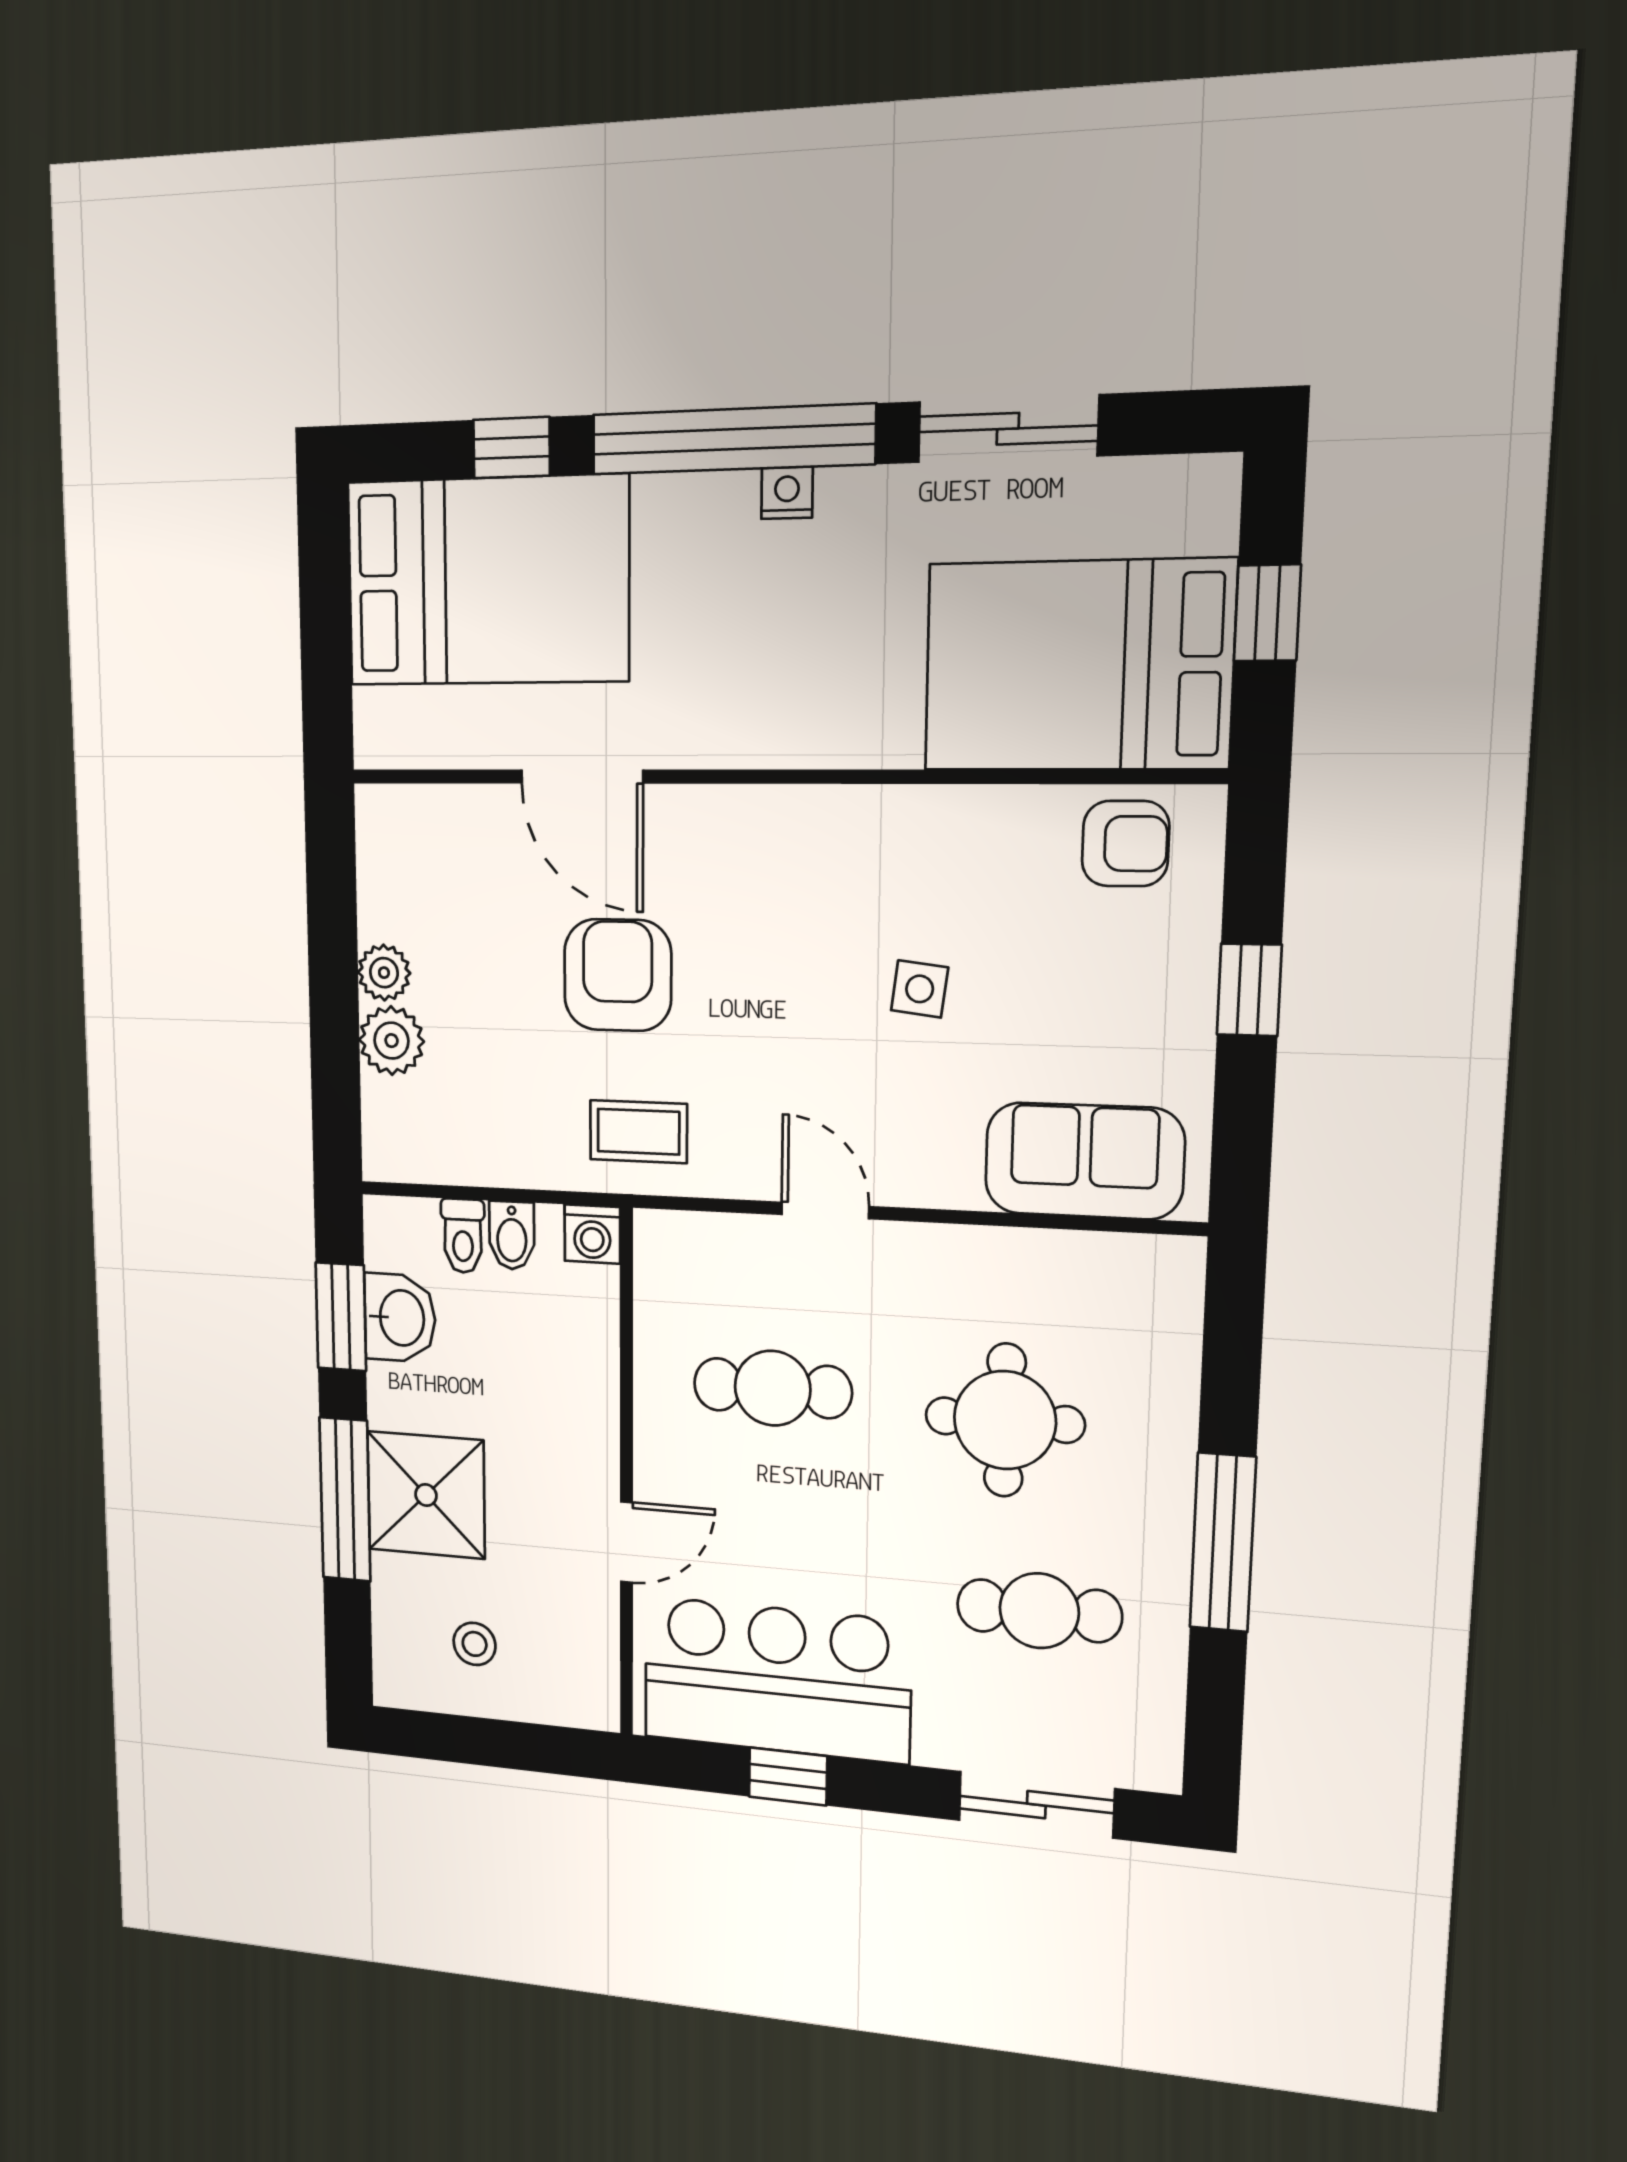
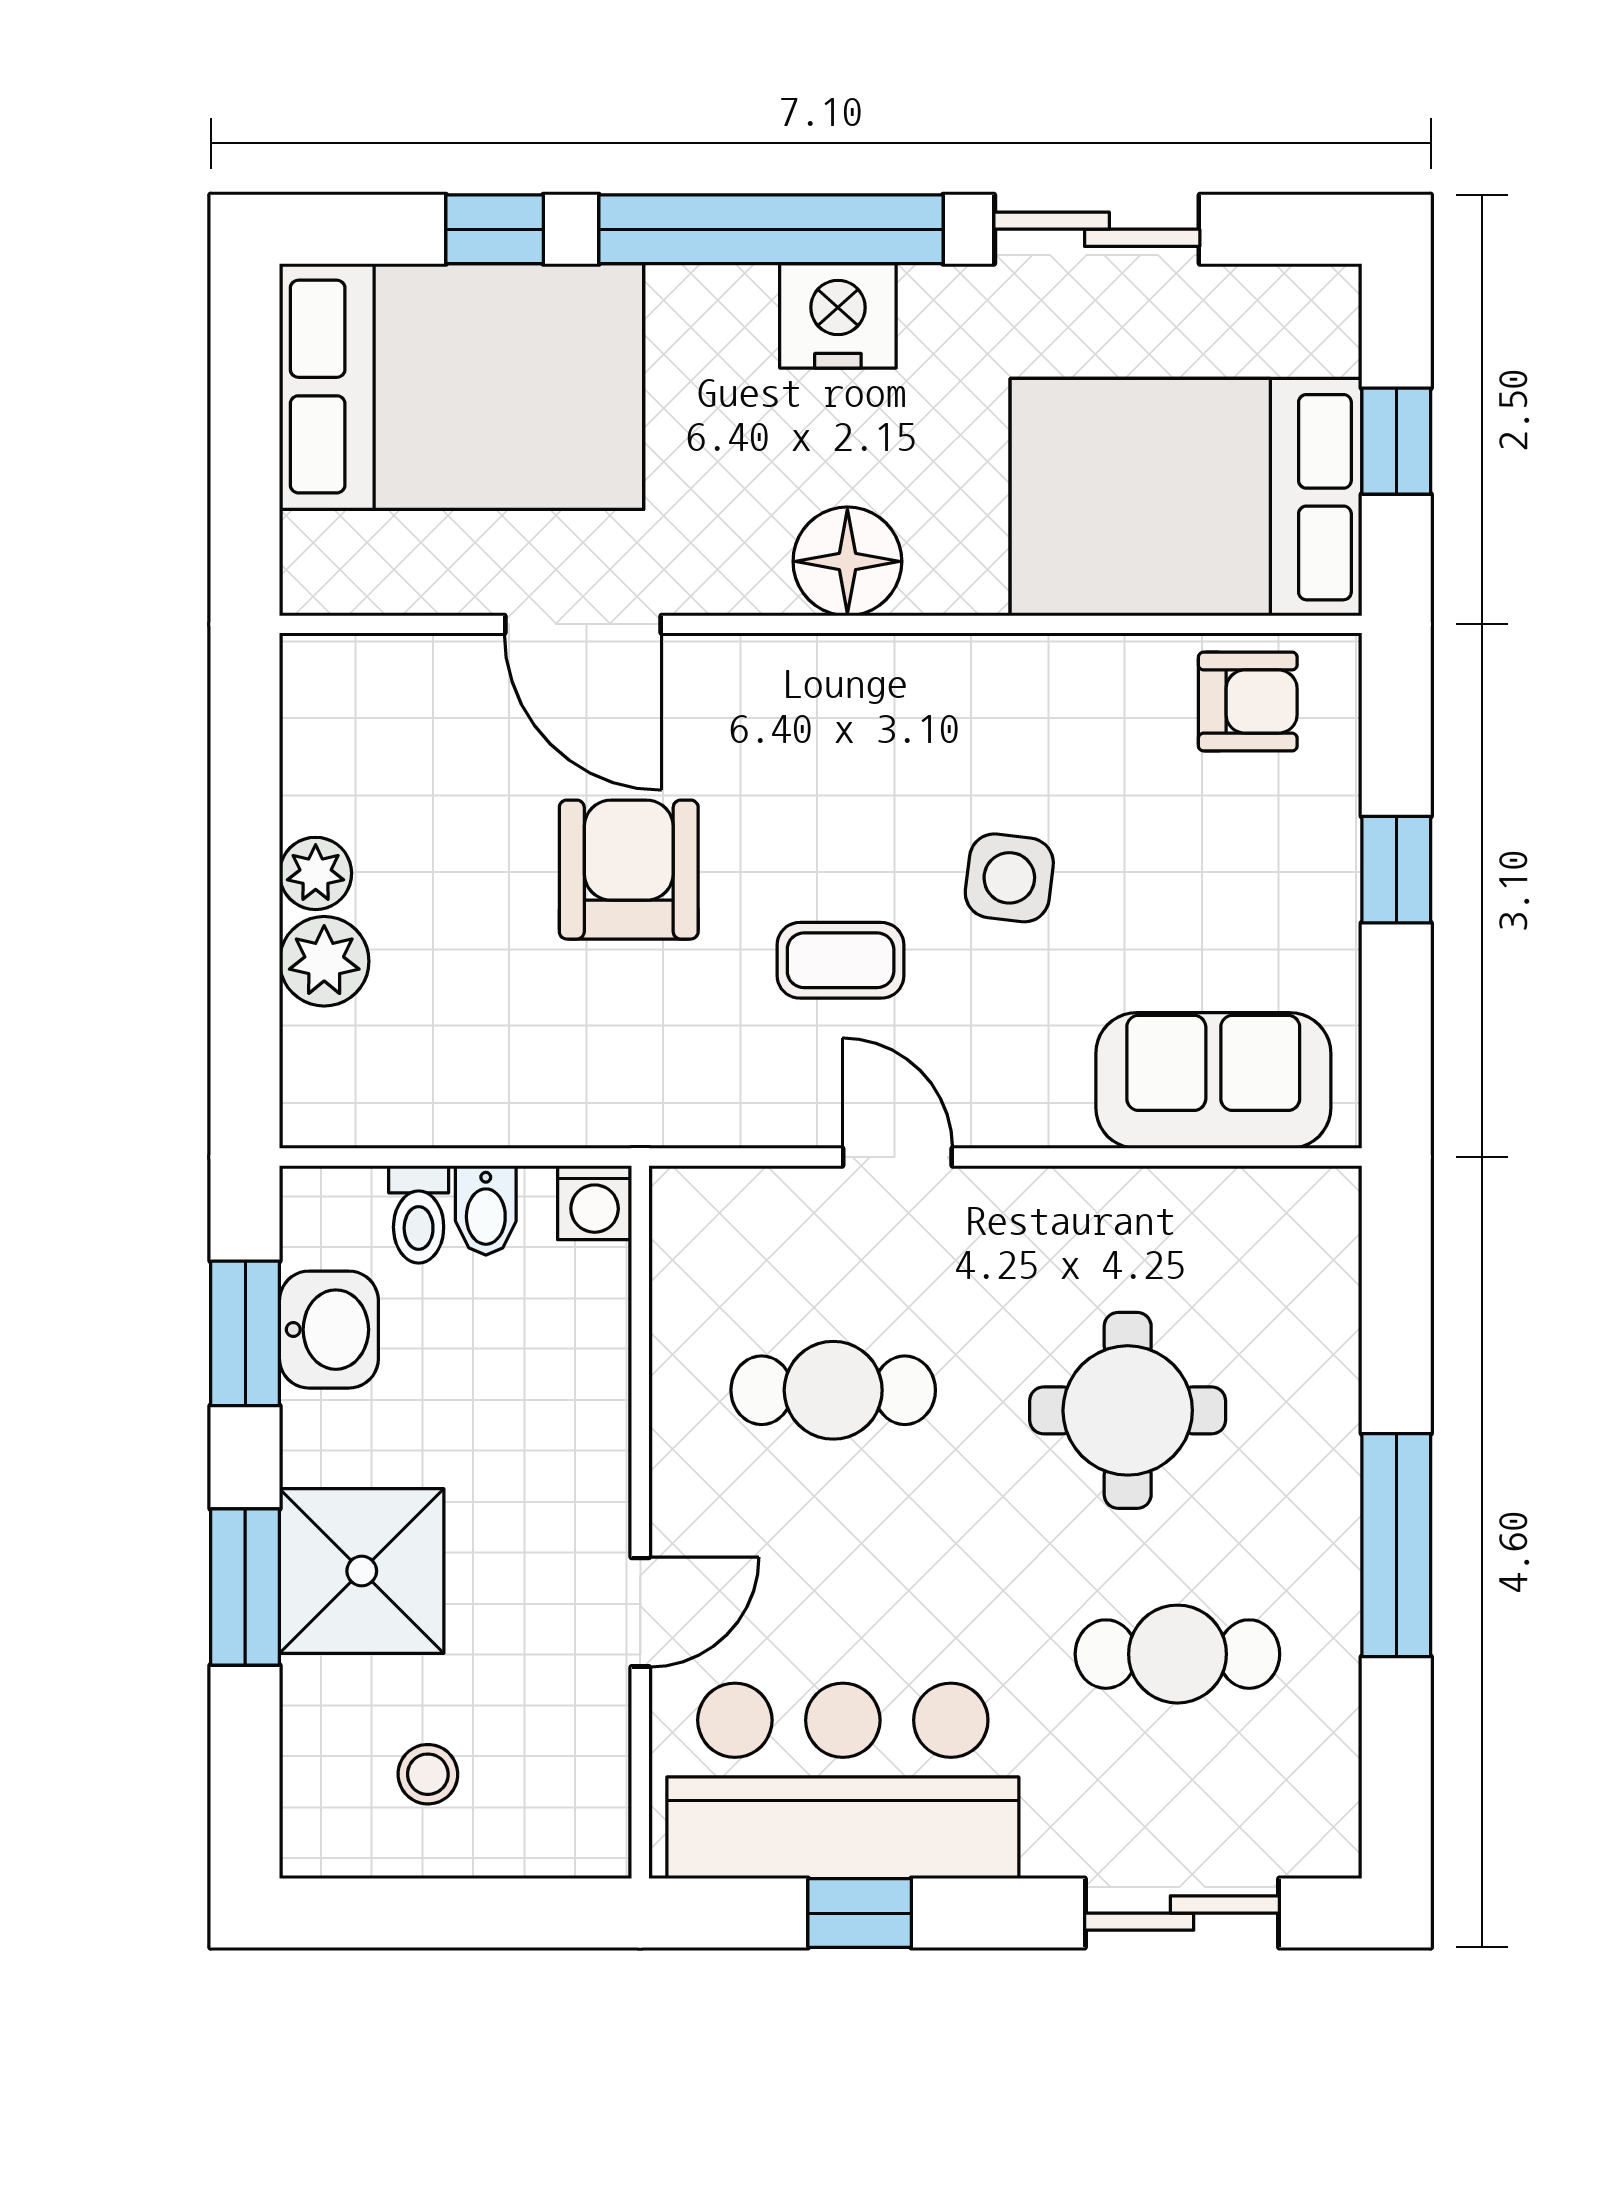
nightstand: (787, 493) -> (838, 316), width x1.89, depth x1.79
floor lamp: (792, 724) -> (847, 561), added
side table: (920, 989) -> (1009, 878), width x1.37, depth x1.37
coffee table: (639, 1132) -> (841, 960), moved
window: (345, 1499) -> (245, 1587), width x0.69

